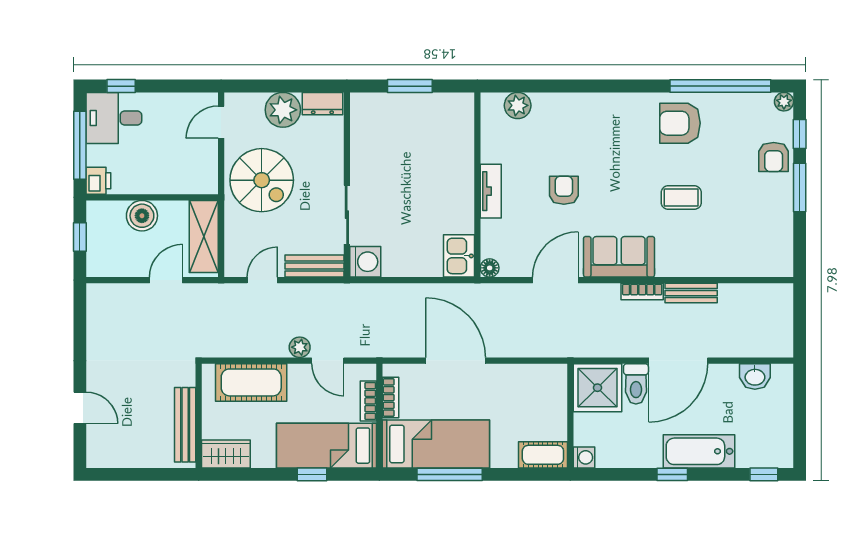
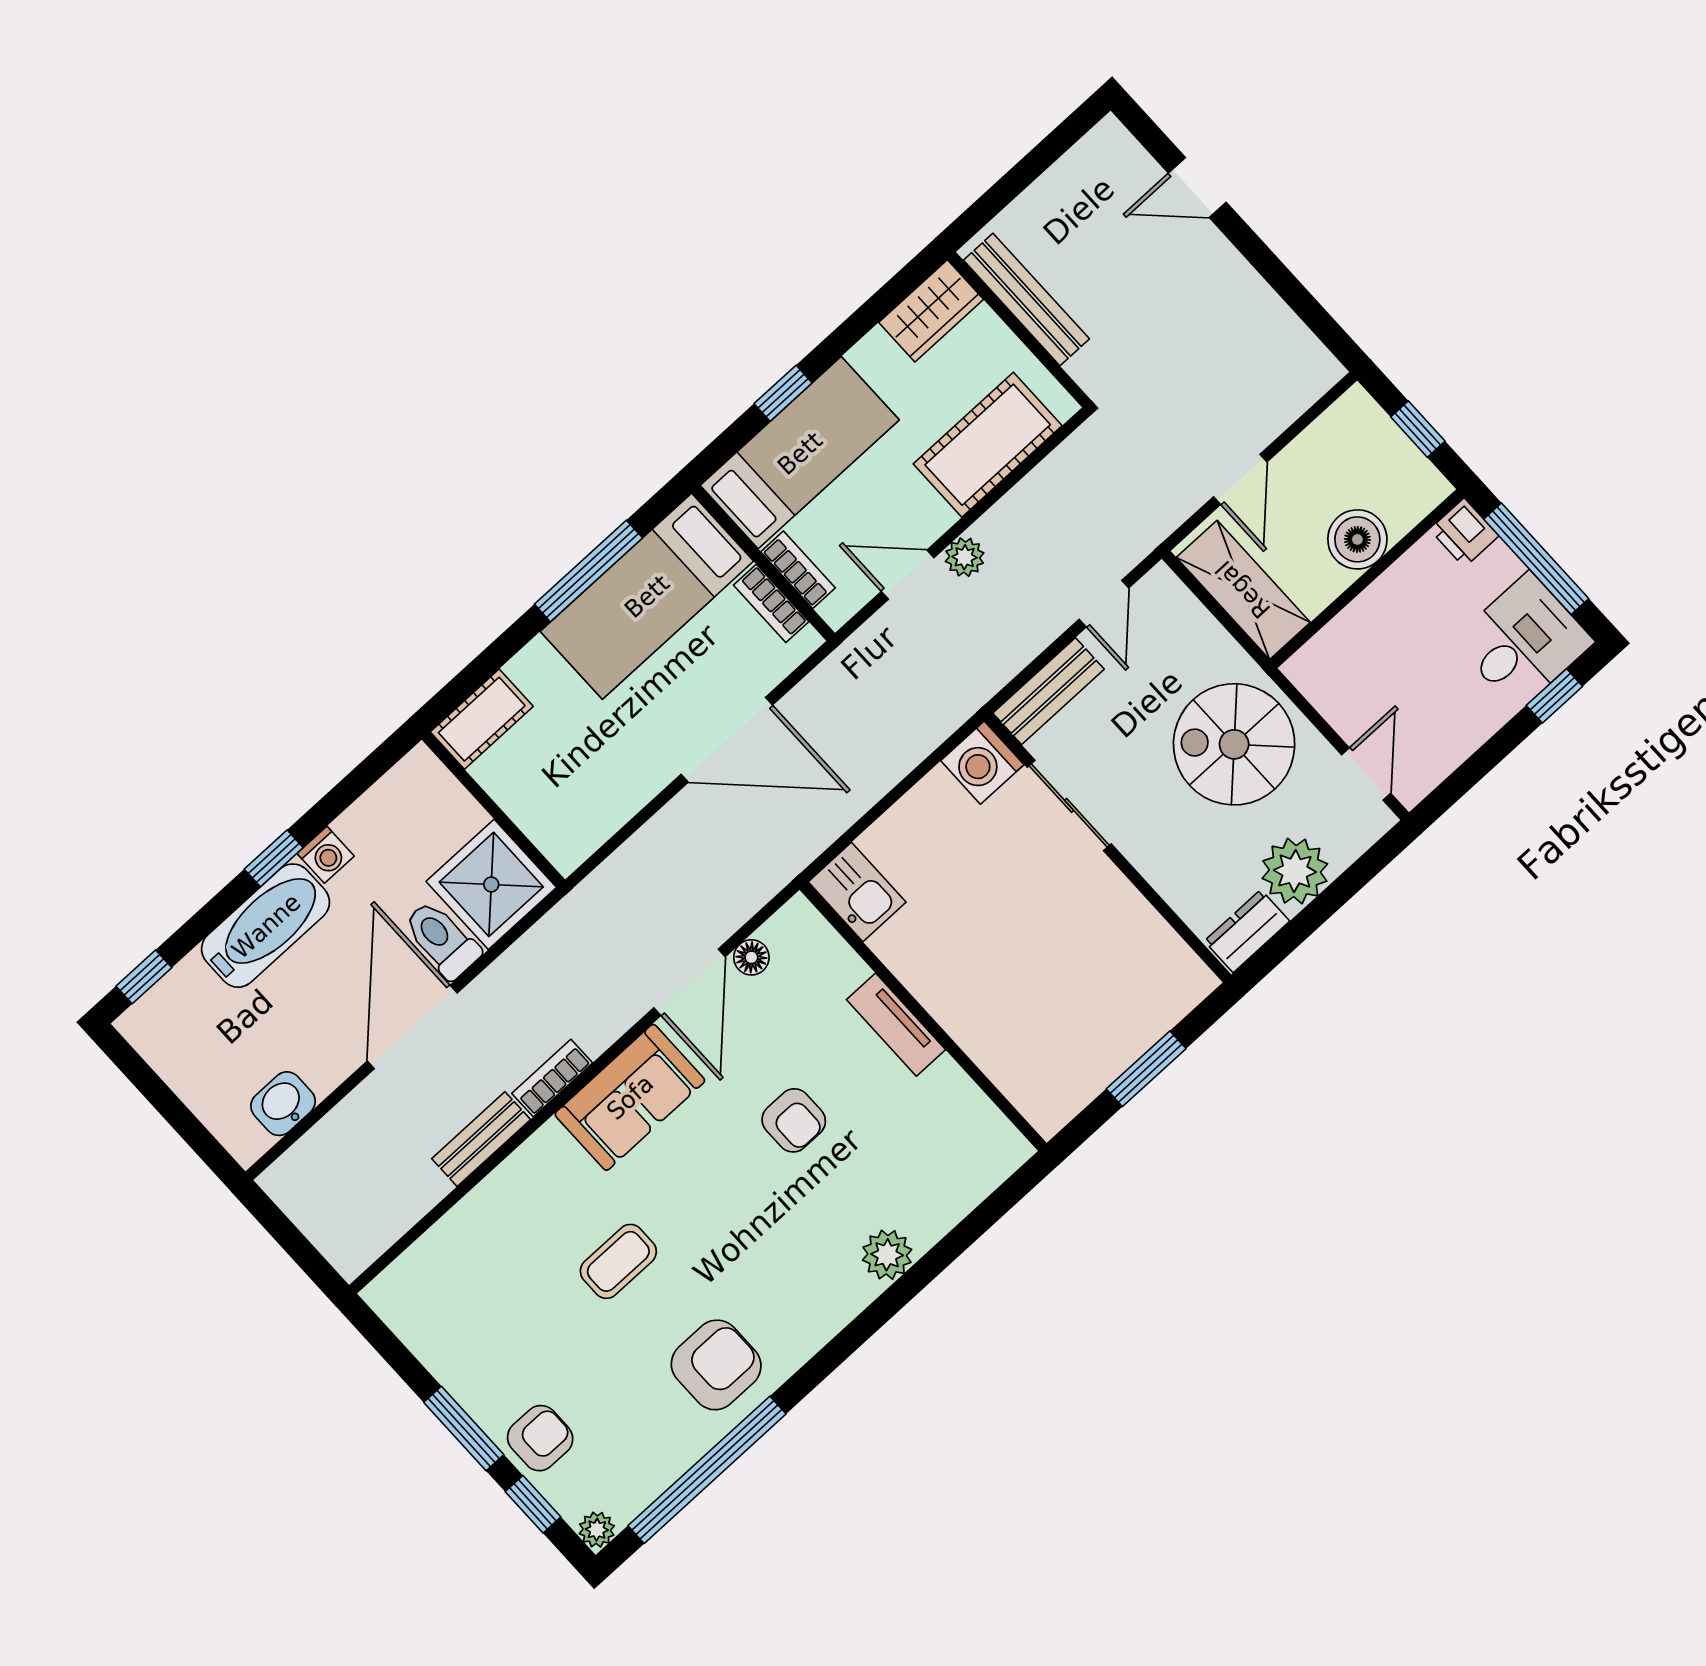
plant: (518, 105) -> (887, 1255), moved
armchair: (774, 157) -> (540, 1438), turned 90
floor lamp: (490, 268) -> (751, 957), moved
washing machine: (584, 457) -> (326, 855), moved, turned -90

